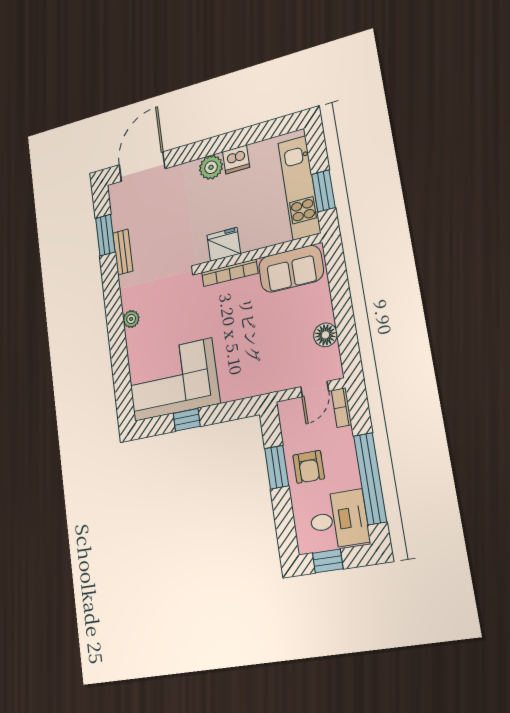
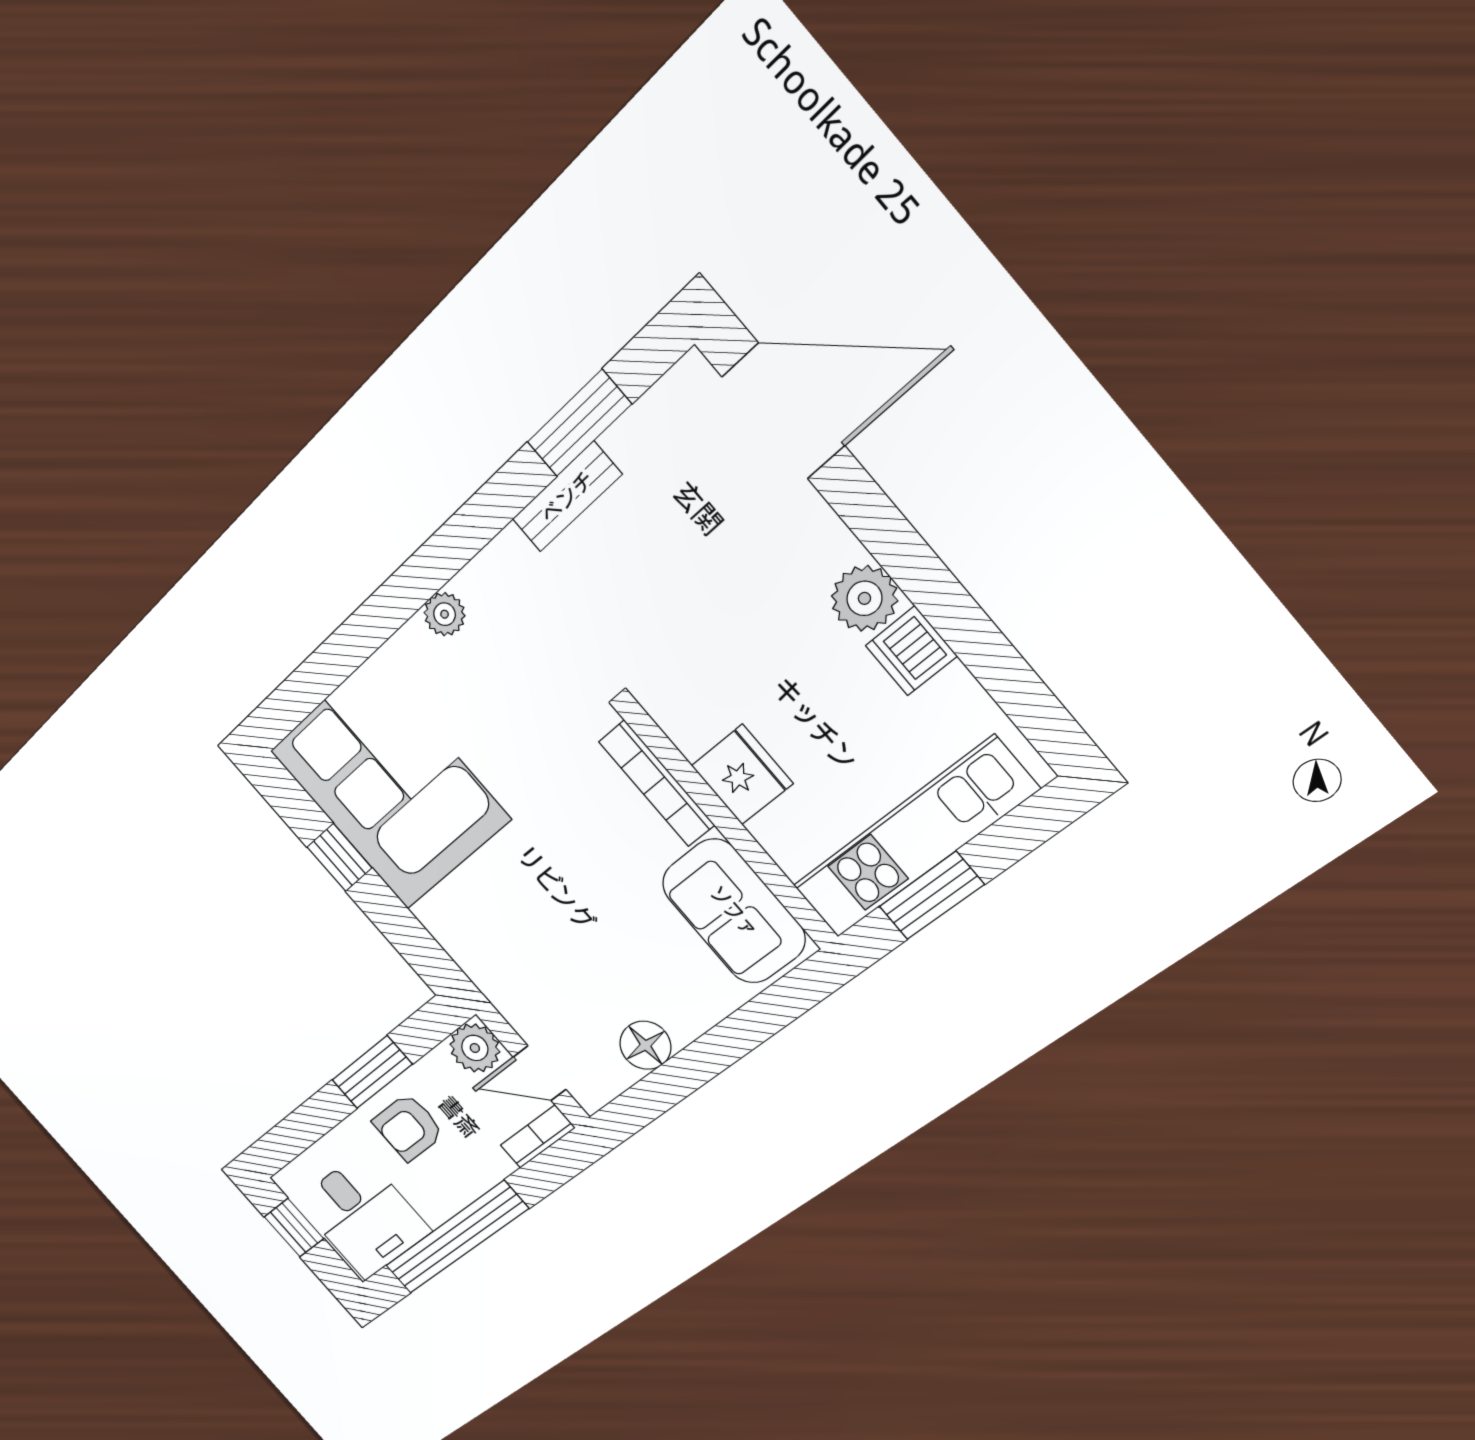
fridge: (224, 244) -> (742, 775), moved
plant: (290, 412) -> (475, 1048), added

